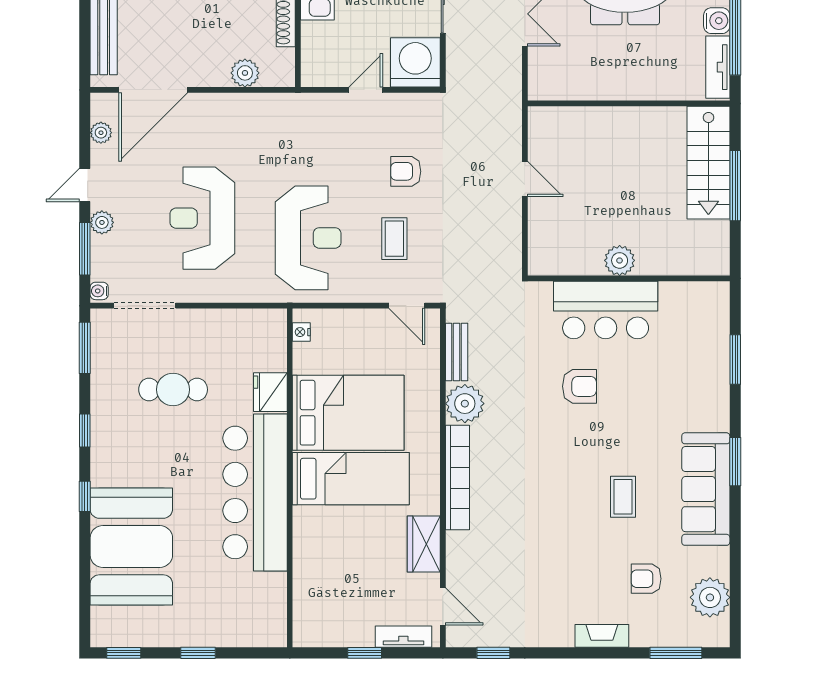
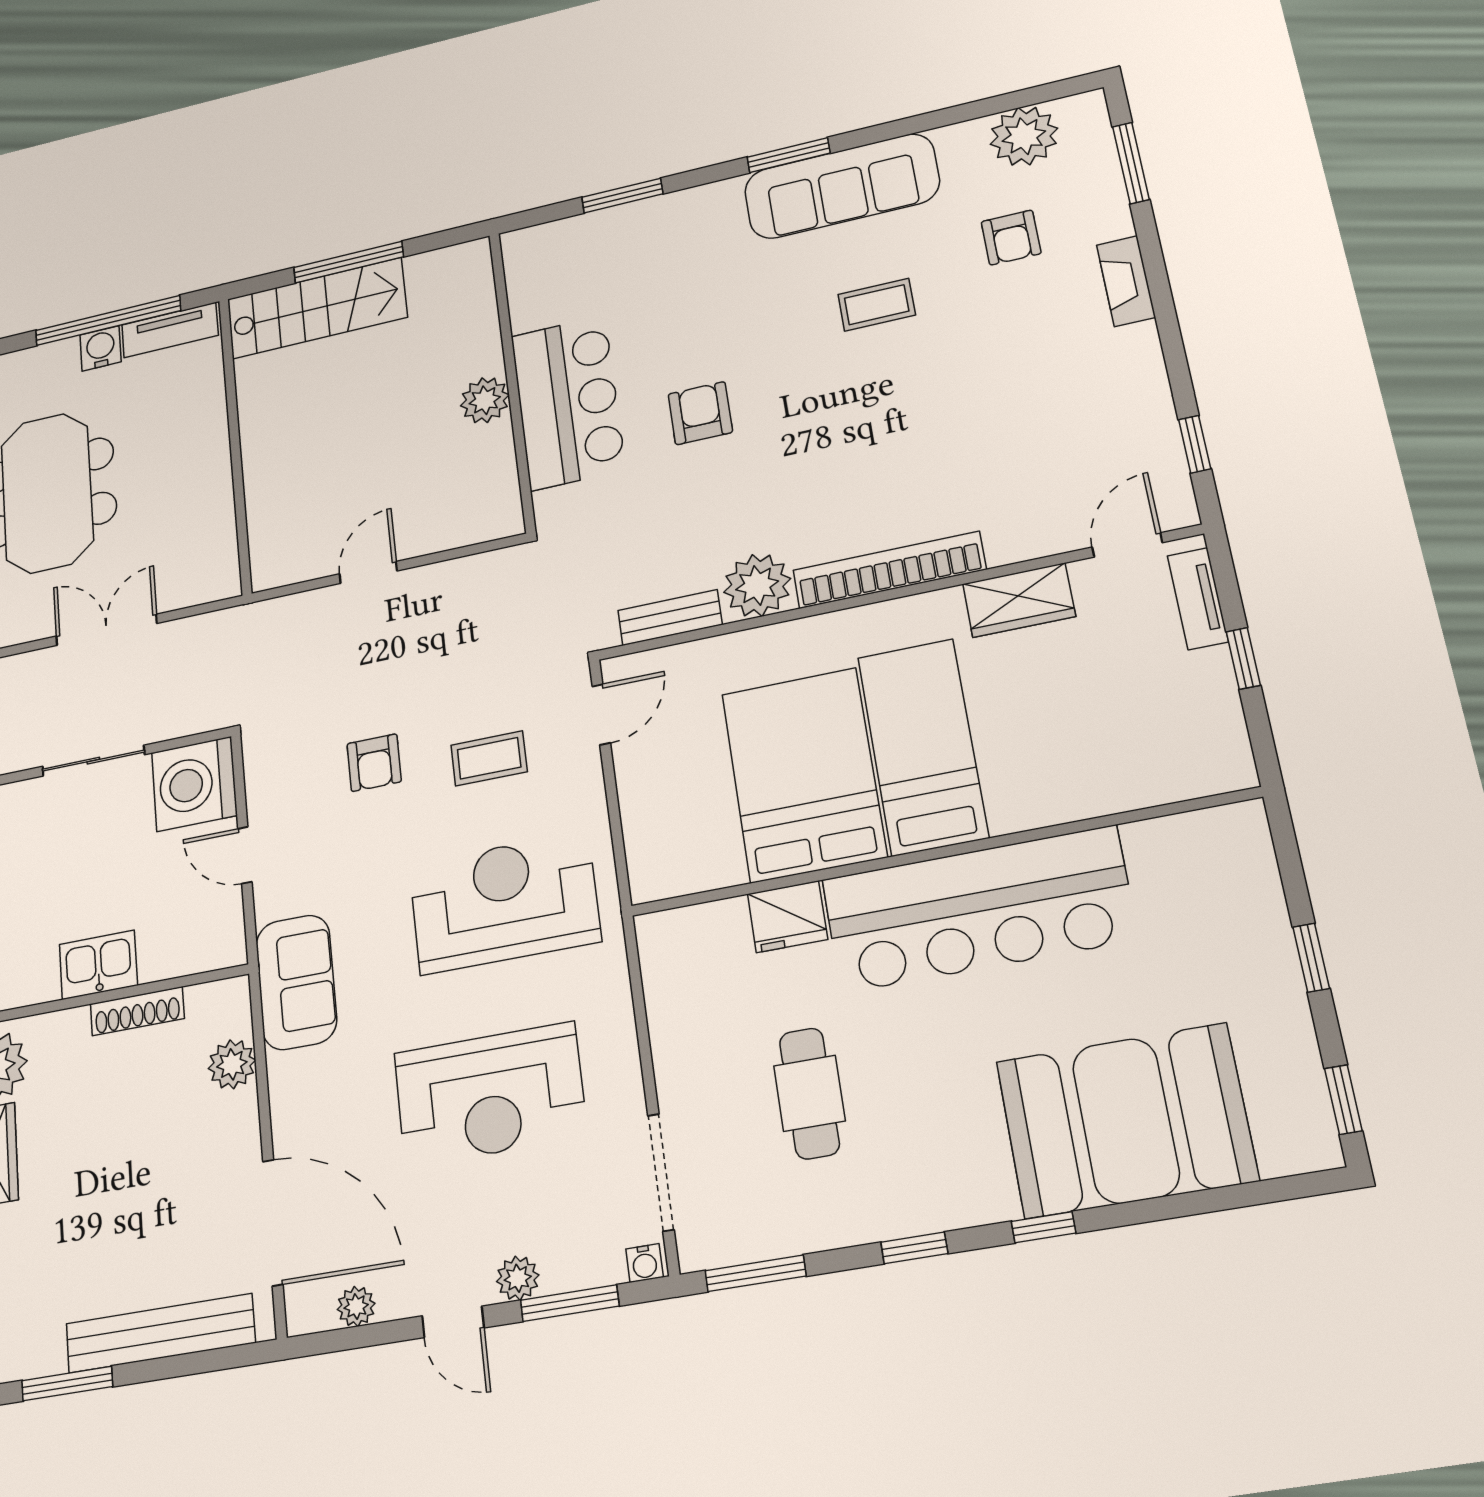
sofa: (285, 114) -> (296, 982), added
nightstand: (301, 332) -> (671, 883), removed

